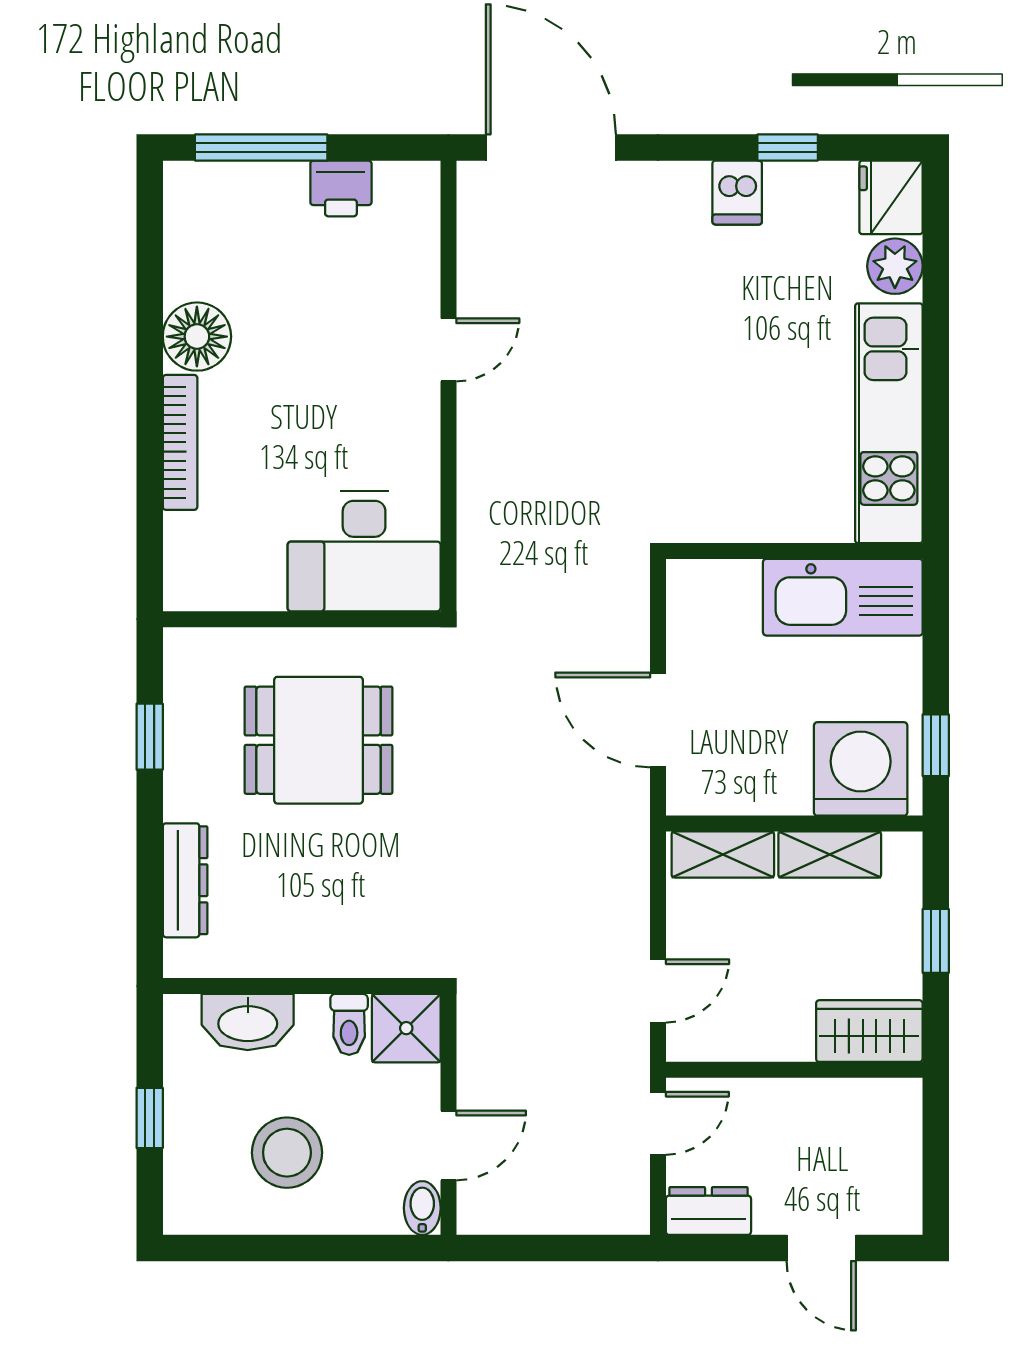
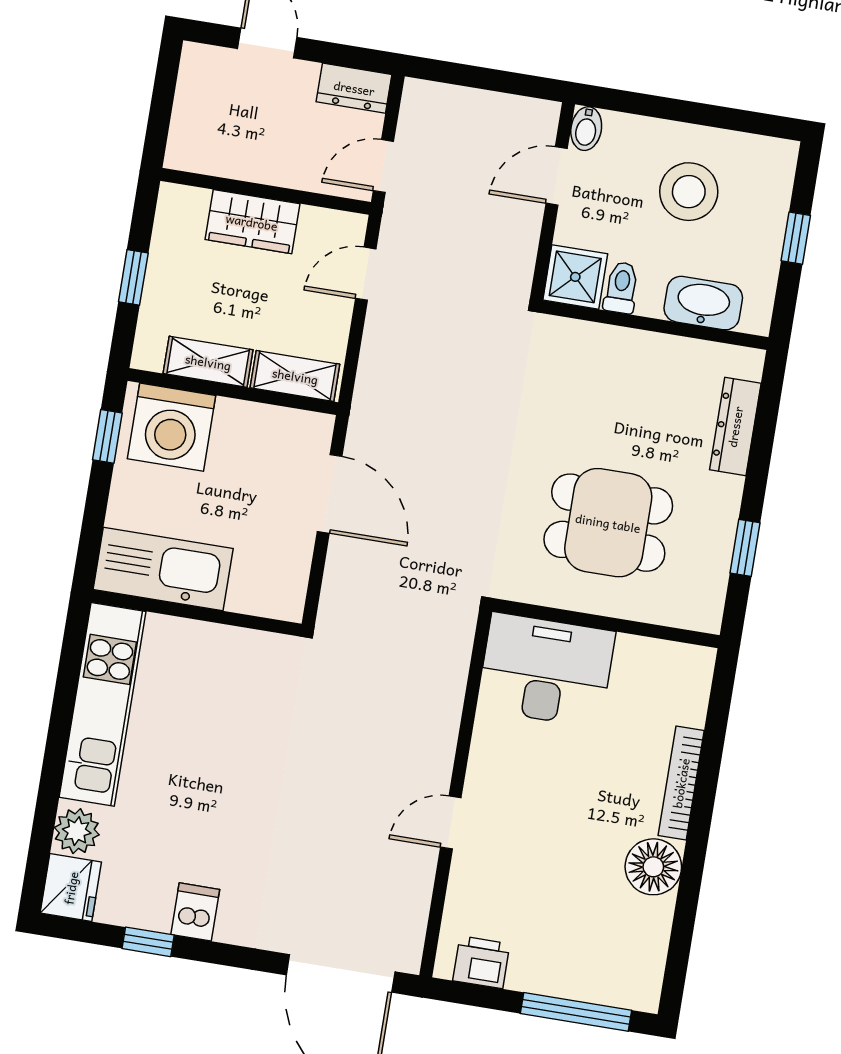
printer: (341, 188) -> (481, 962), moved
wardrobe: (869, 1031) -> (252, 222), moved

